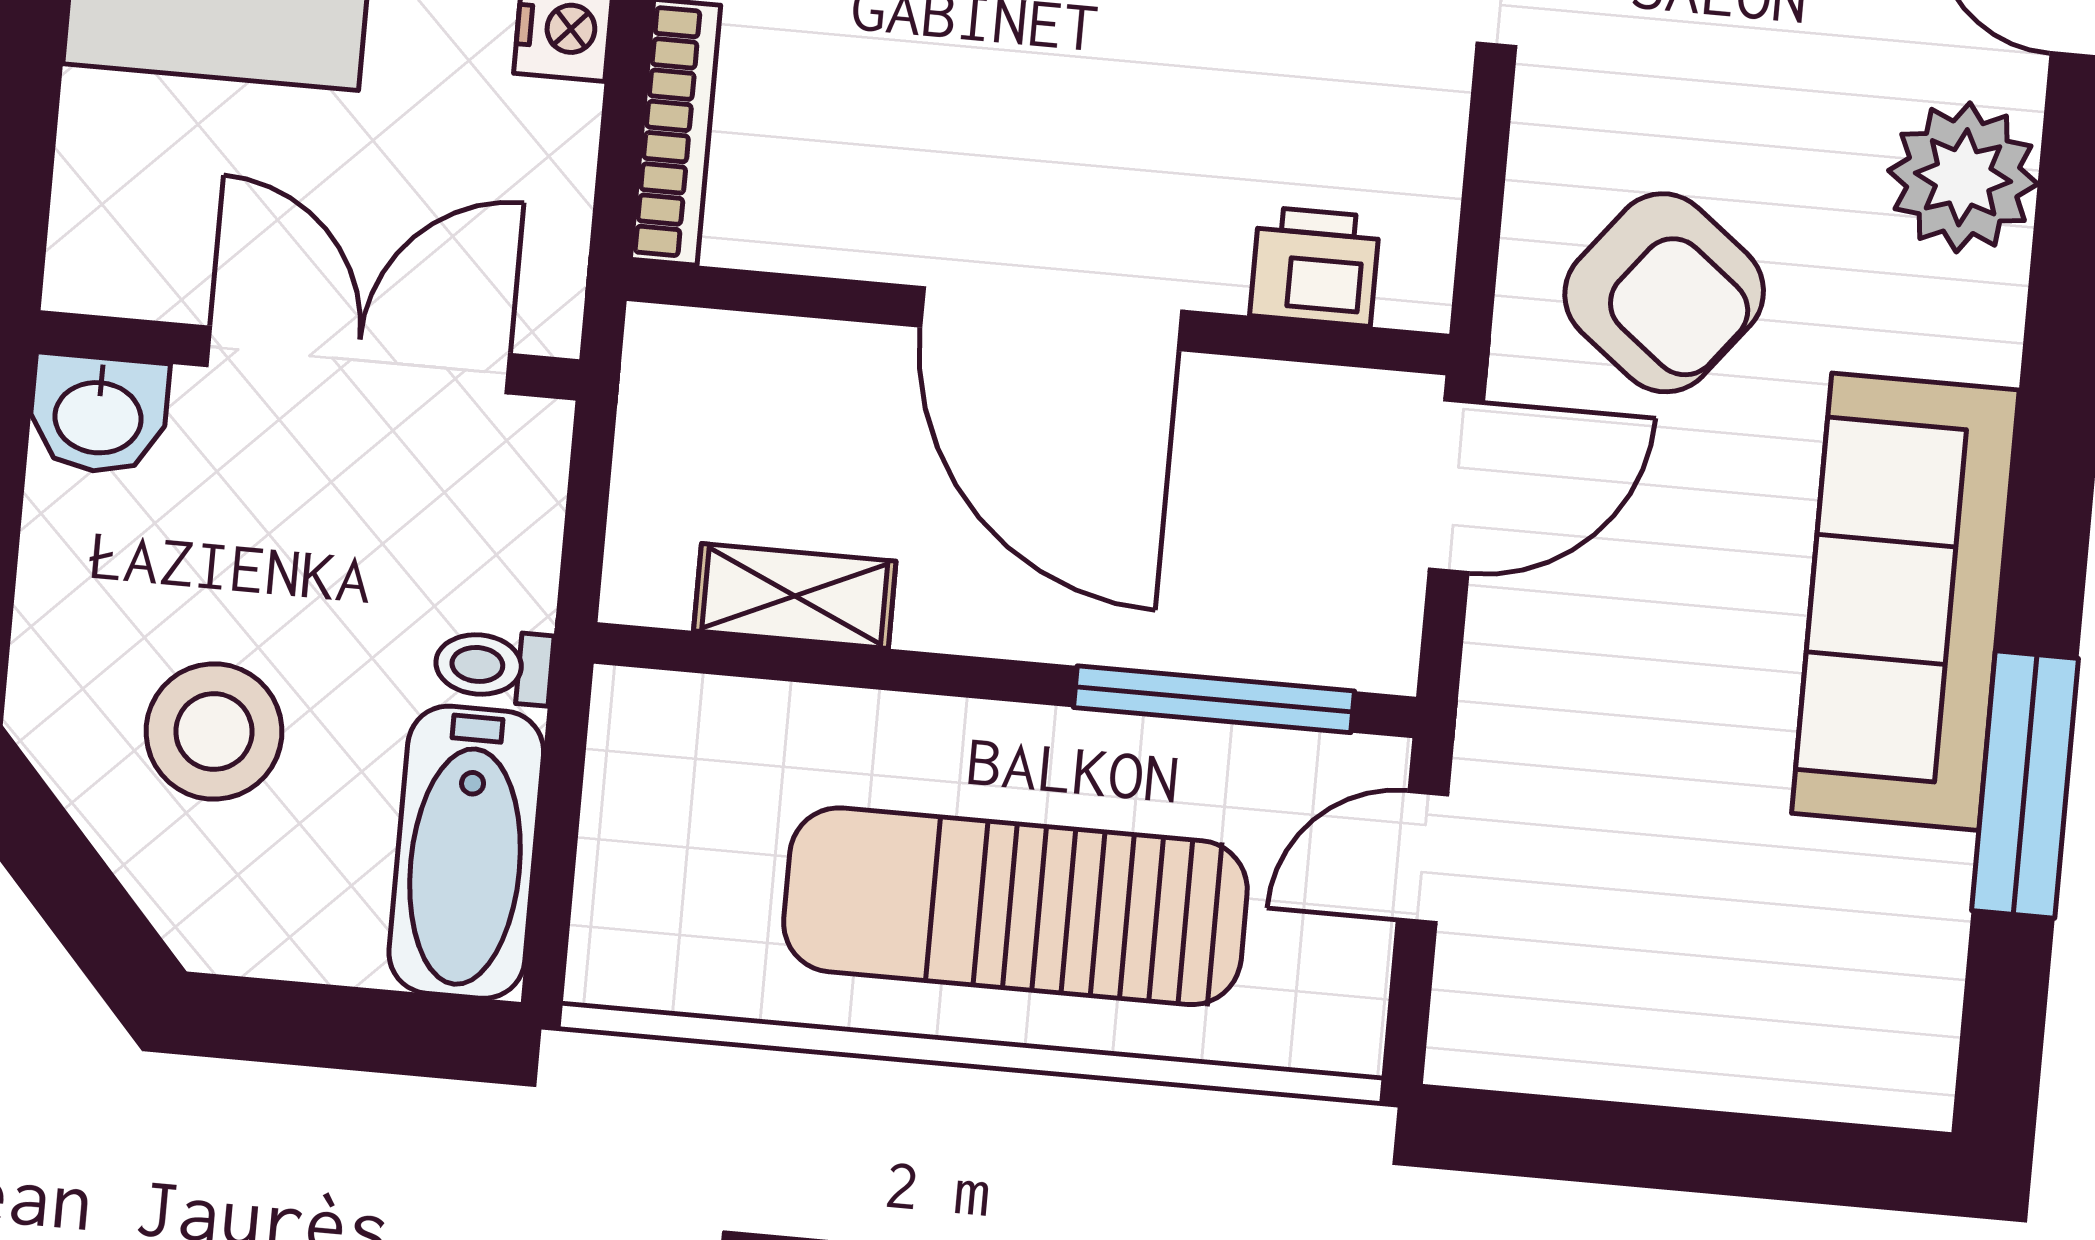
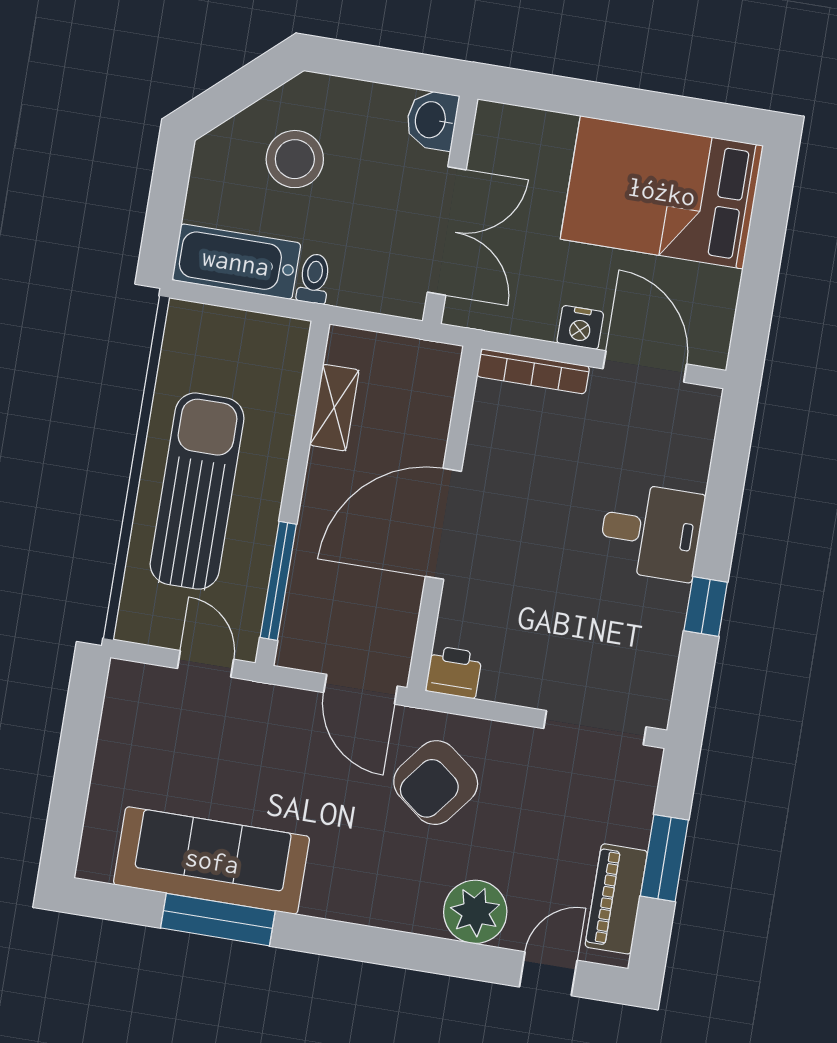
printer: (1315, 266) -> (454, 672), moved, turned -90
sofa: (1905, 602) -> (212, 861), moved

